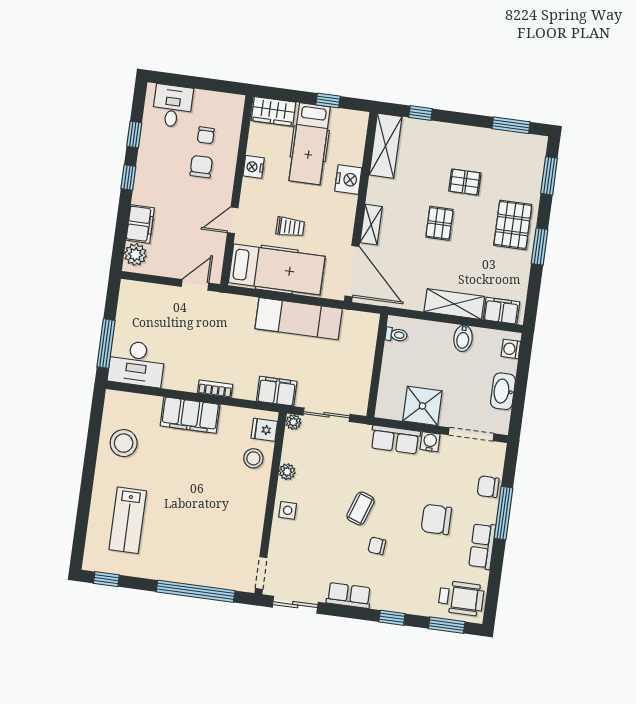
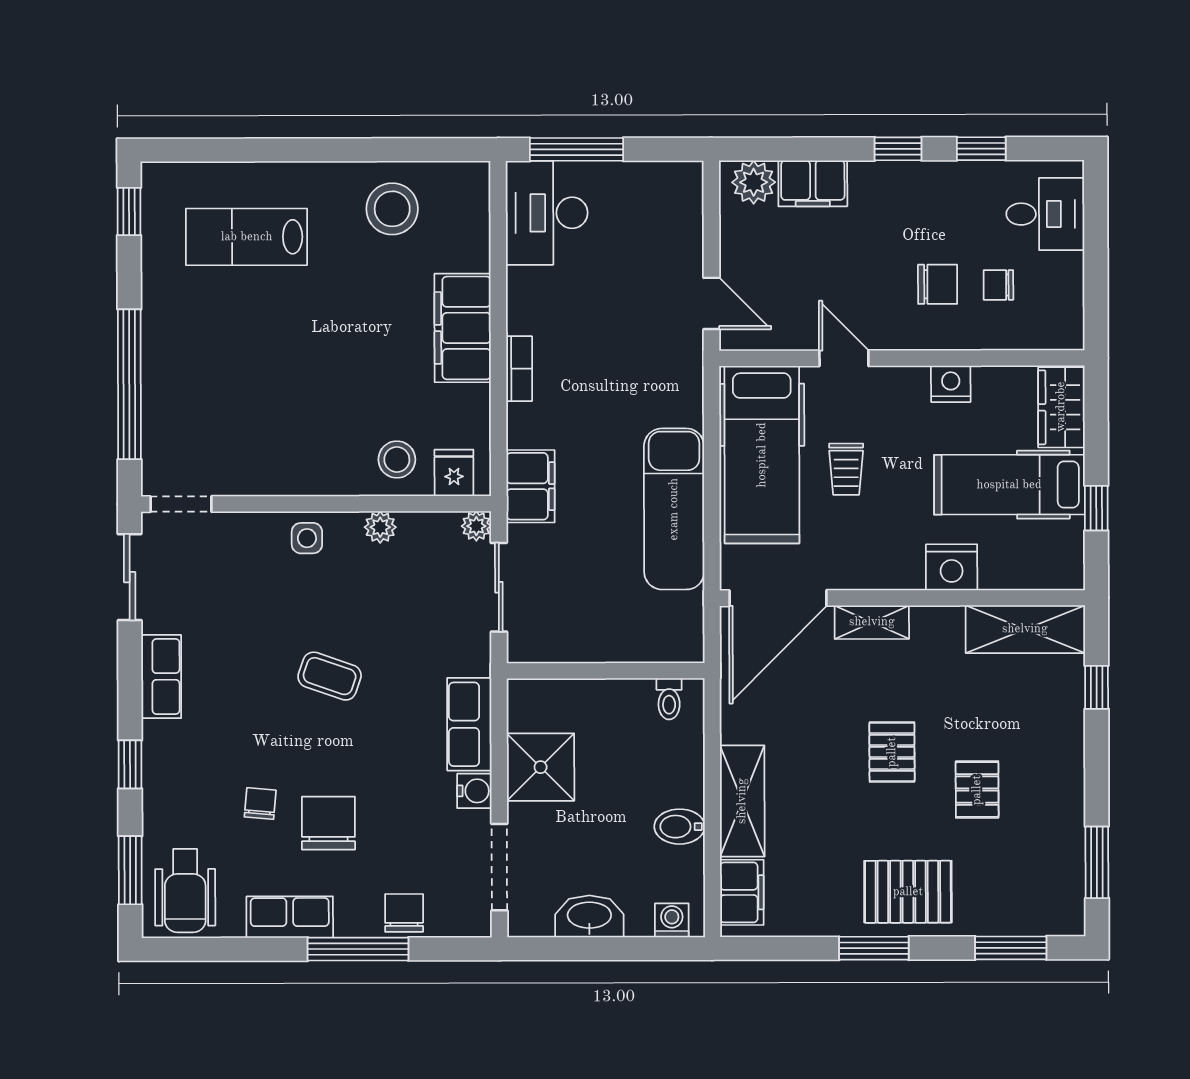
pallet: (439, 223) -> (892, 752), turned 90
chair: (377, 546) -> (260, 804), moved

